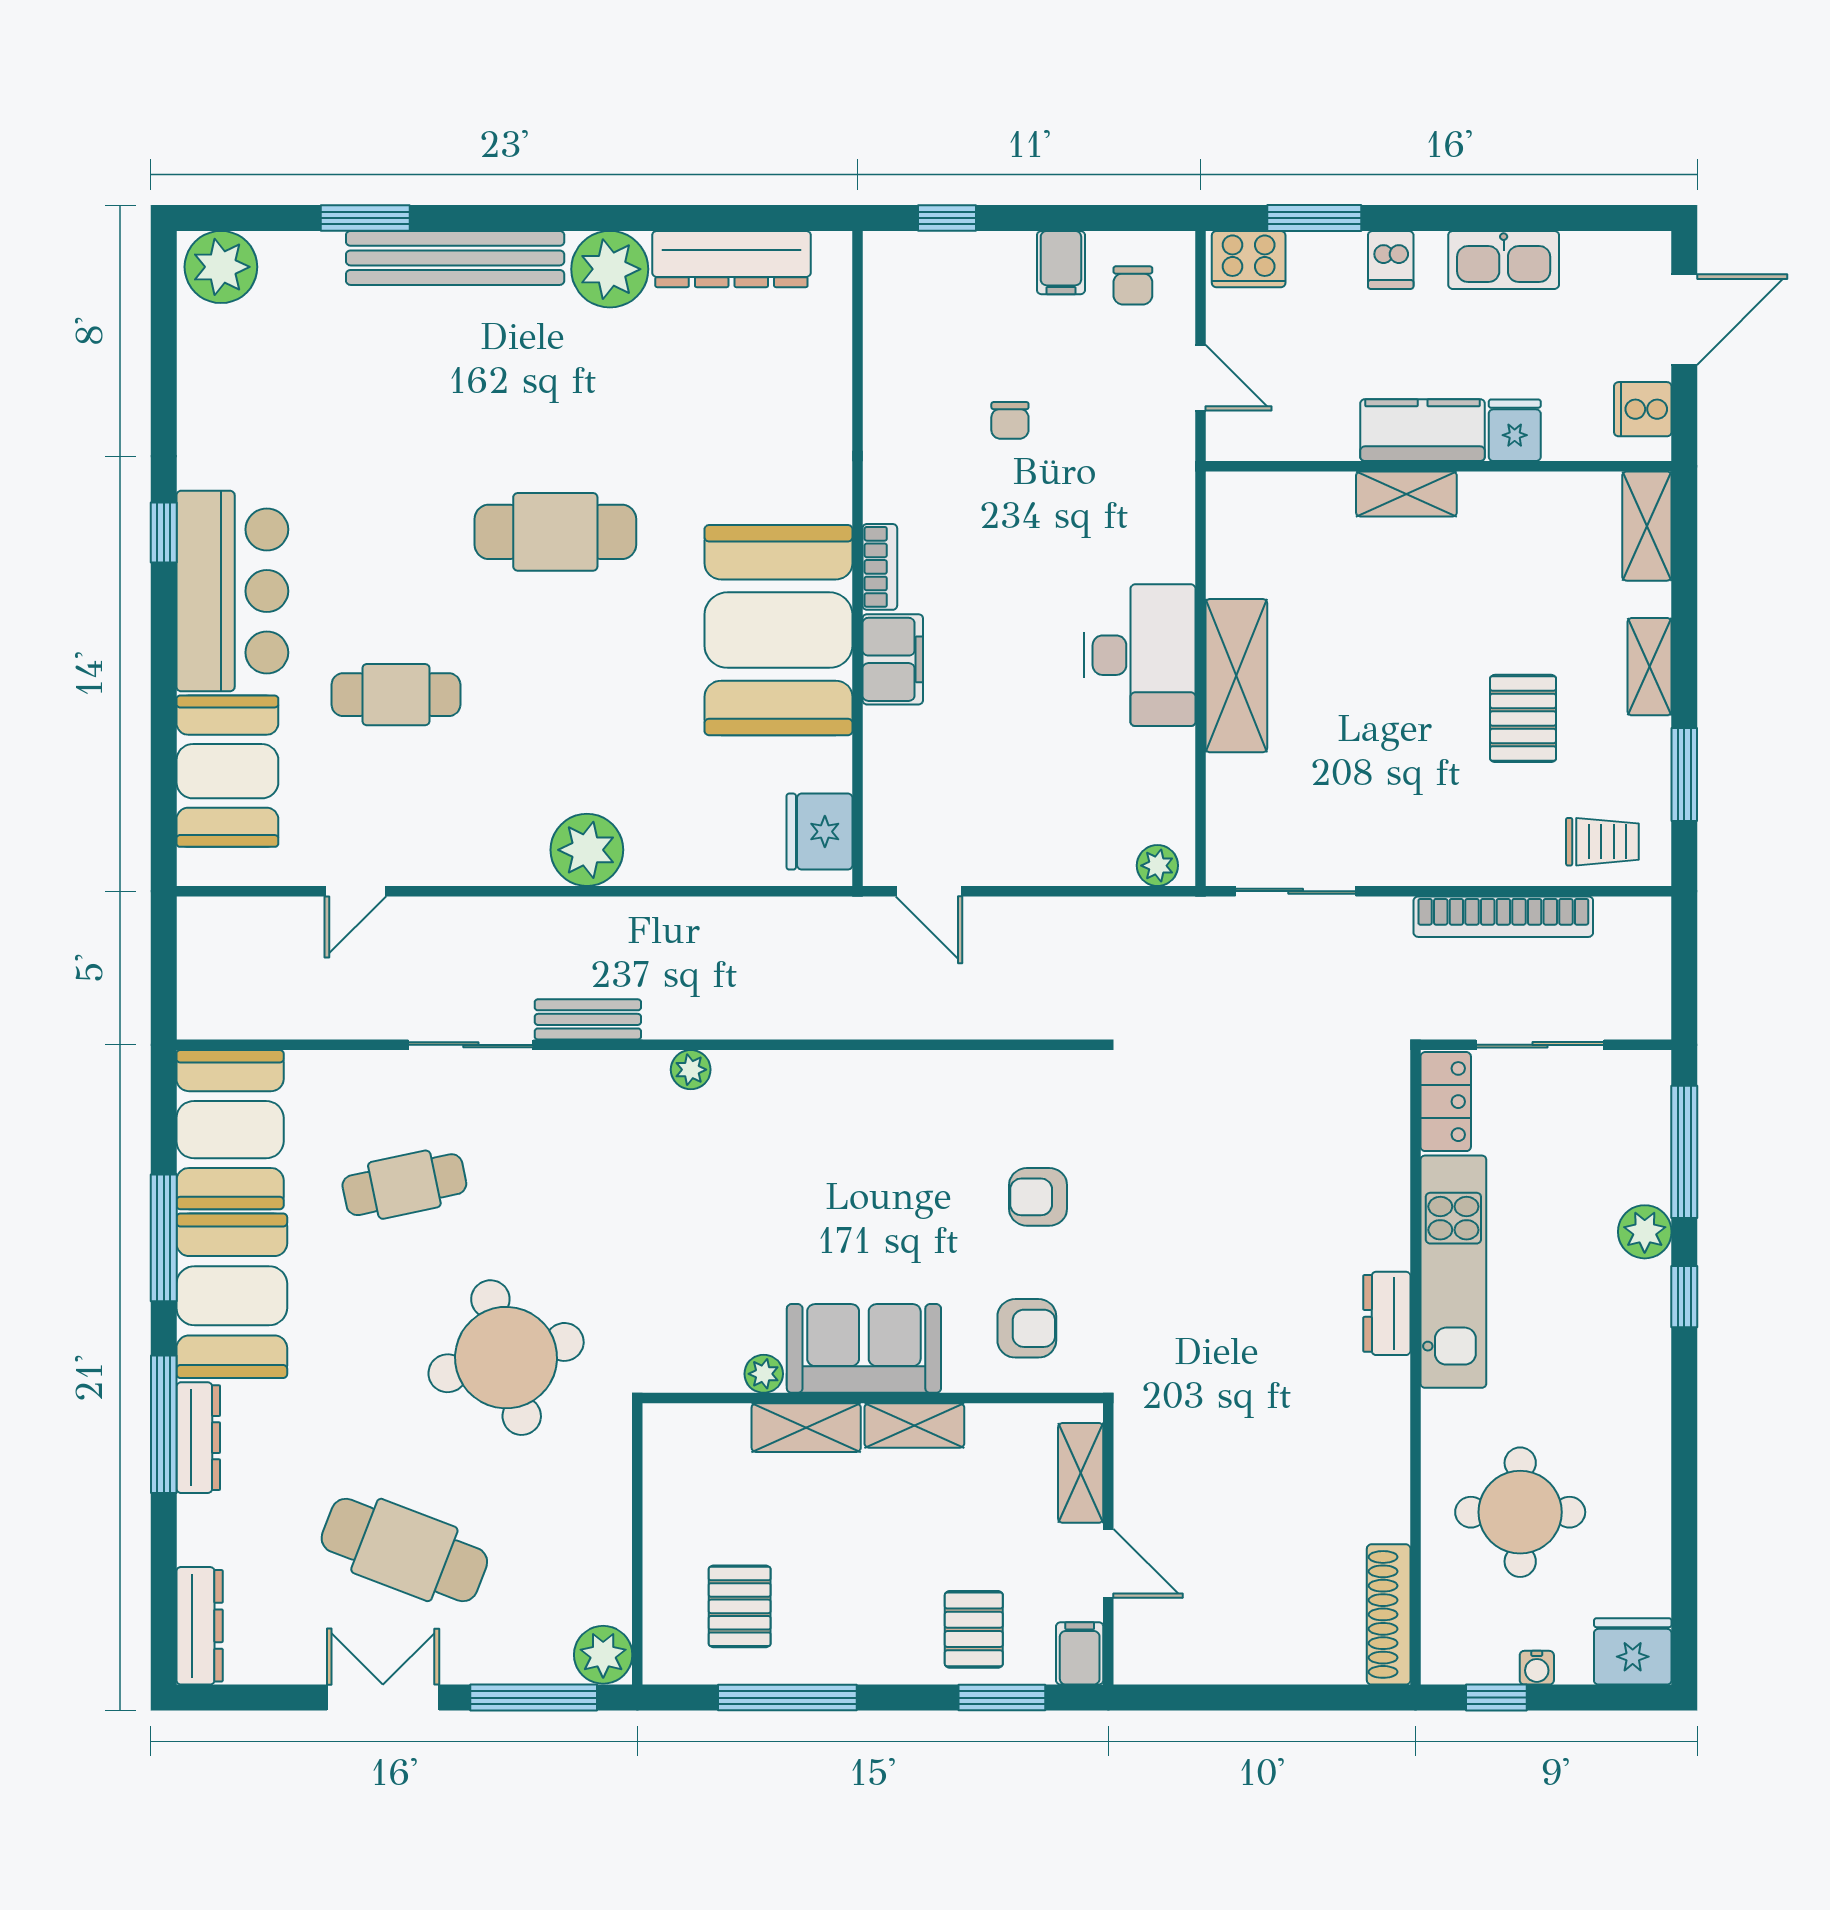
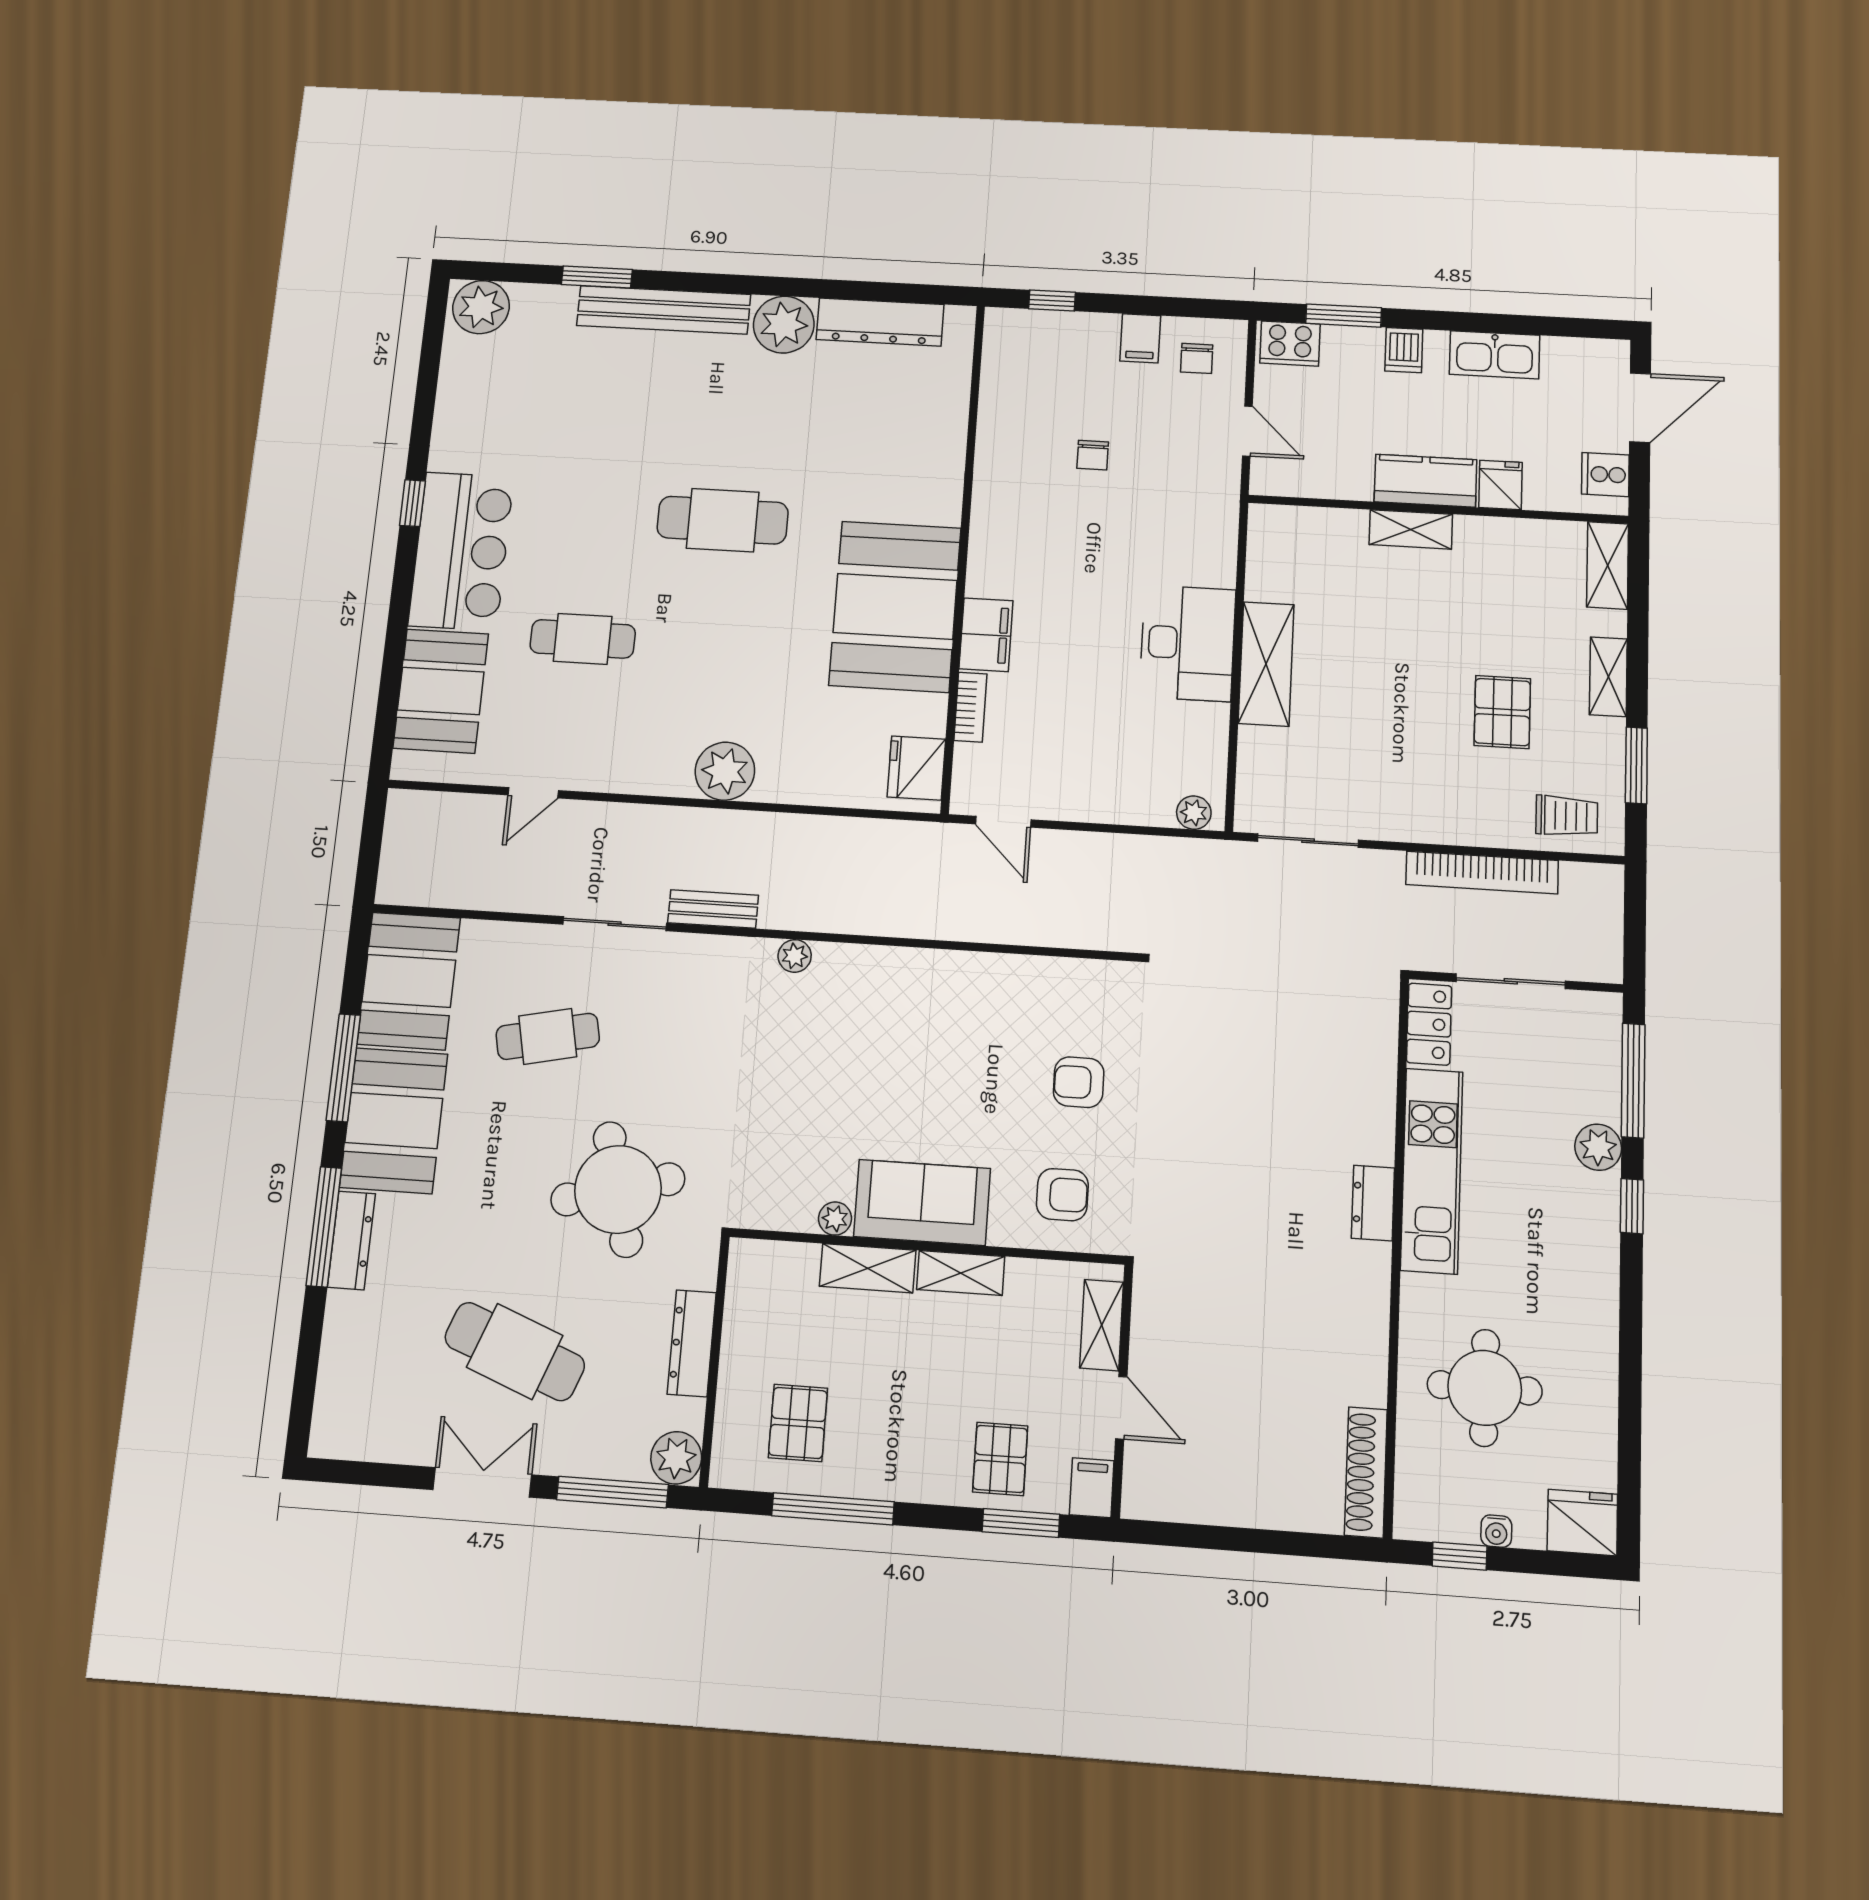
bookcase: (880, 567) -> (970, 707), moved
dresser: (200, 1626) -> (692, 1343), moved, turned 180

